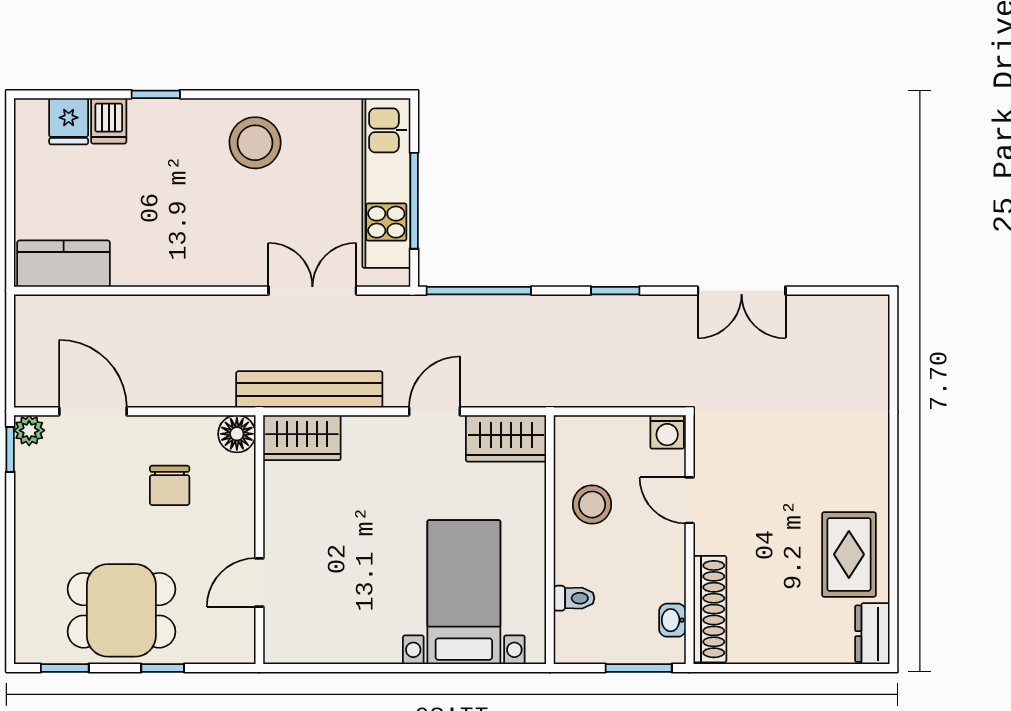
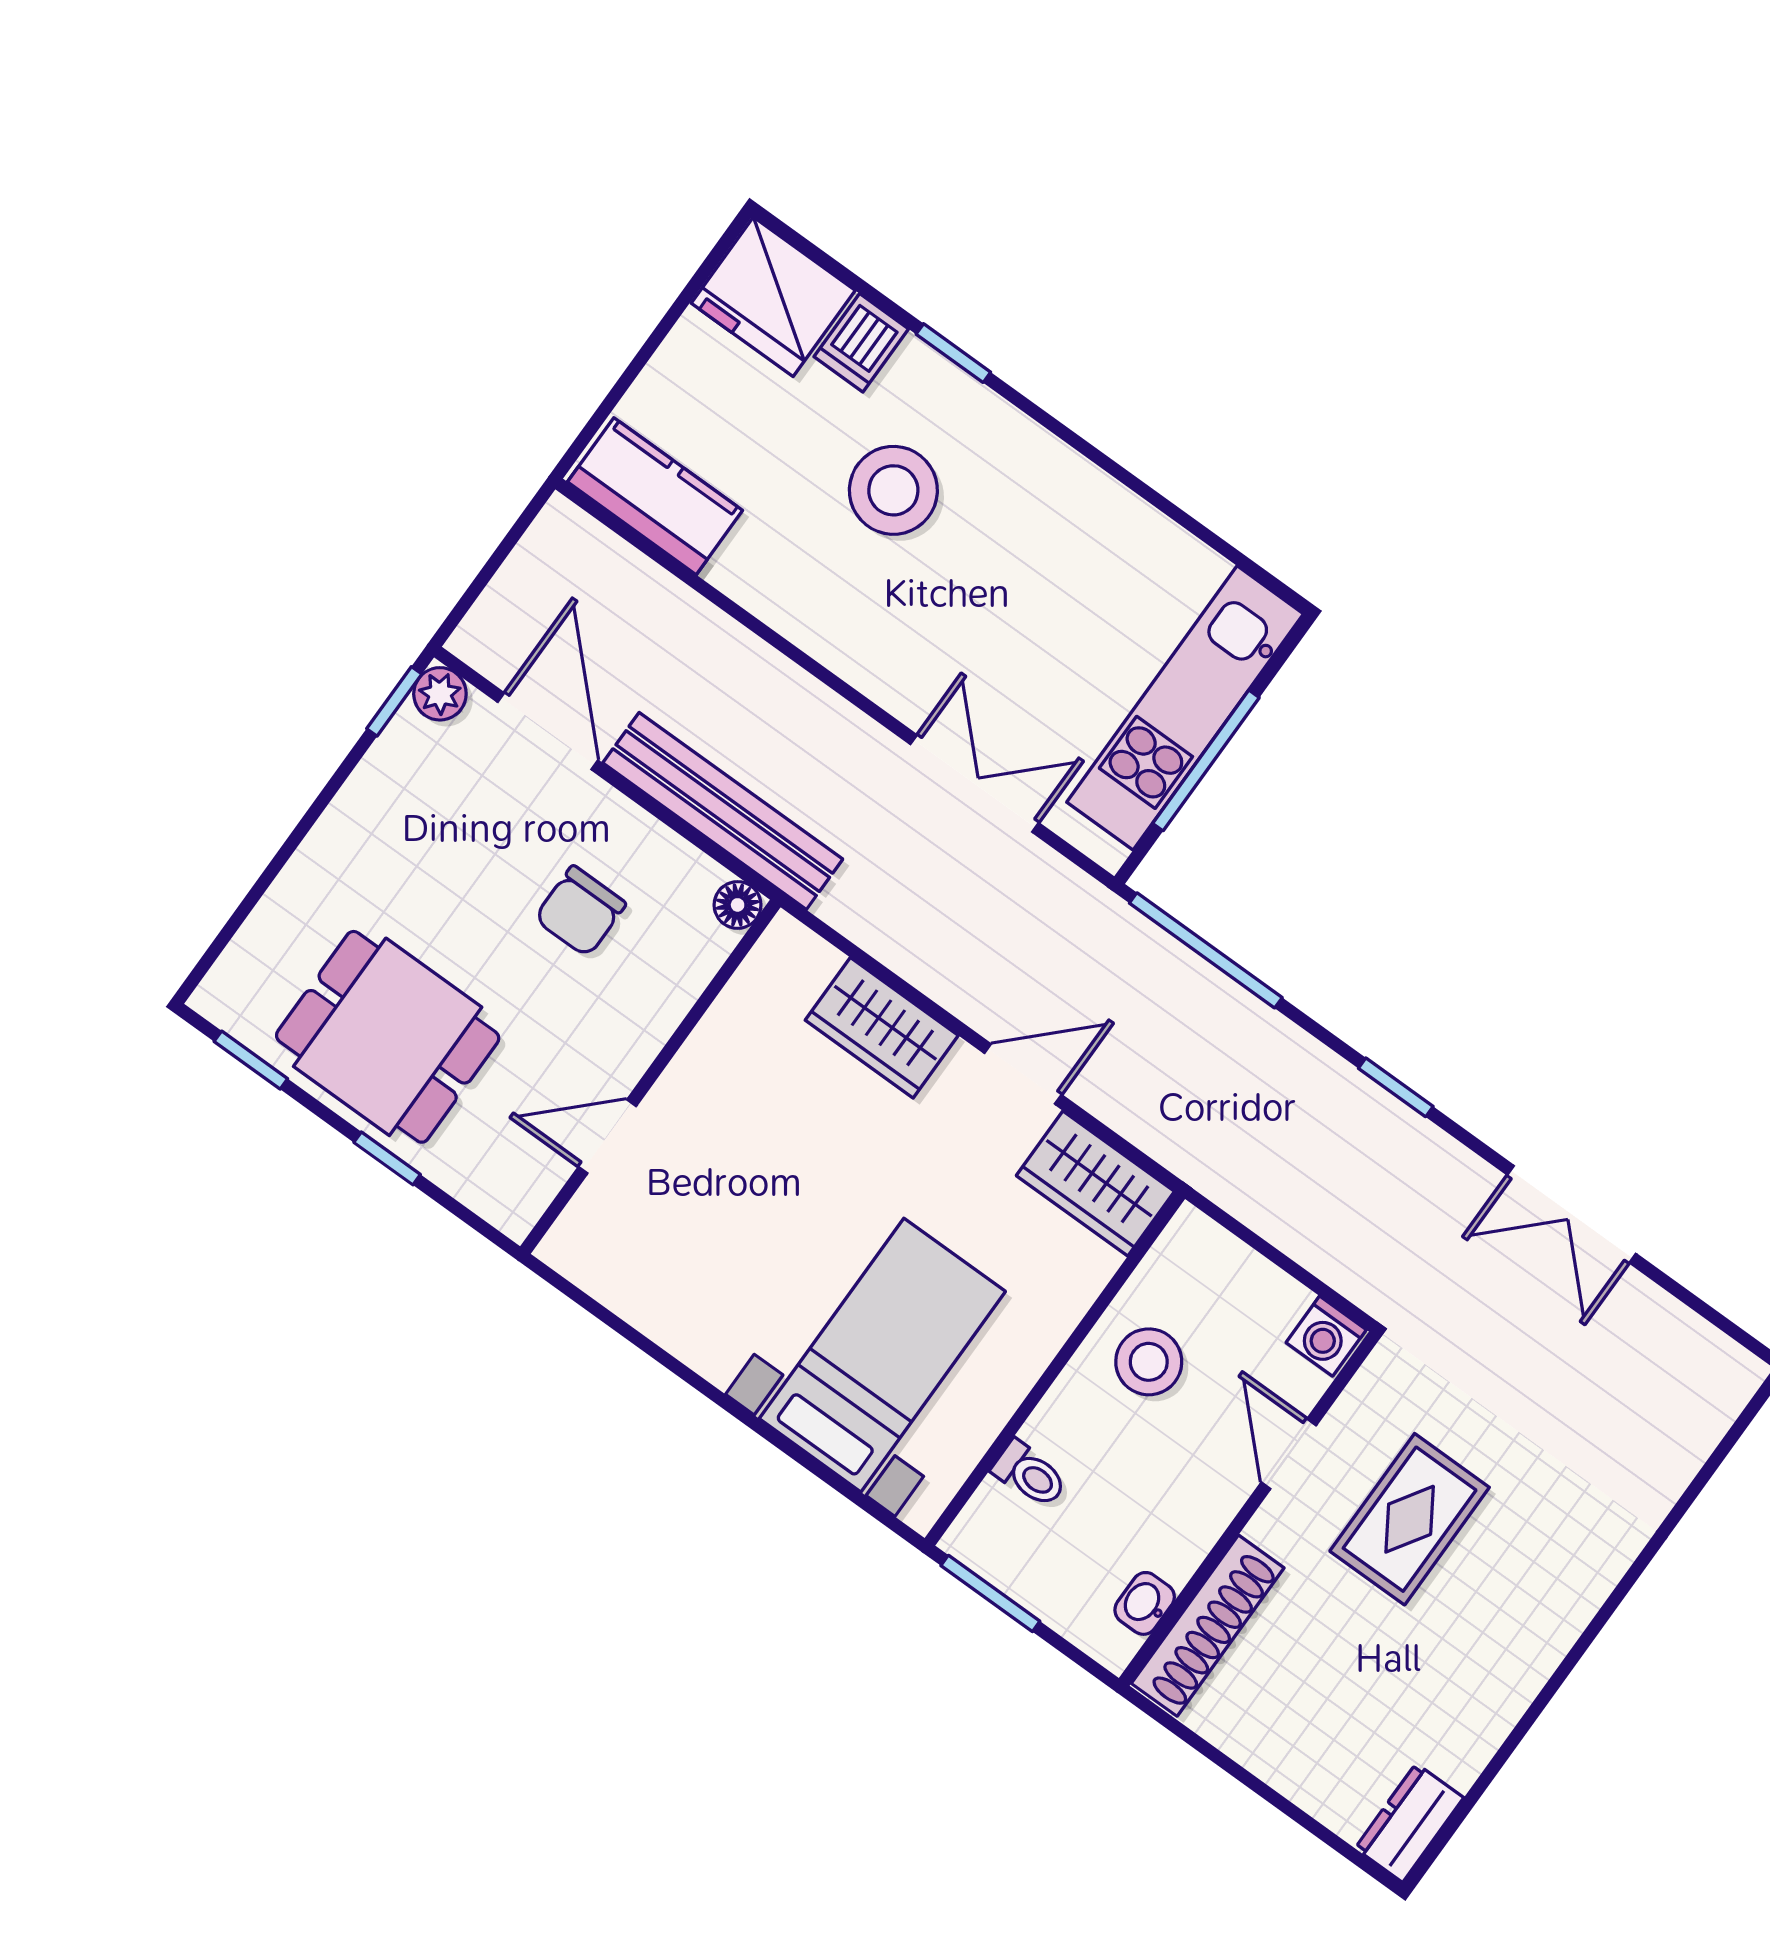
fridge: (69, 121) -> (773, 297), width x1.88, depth x1.34
stool: (255, 143) -> (893, 490), moved
bench: (309, 389) -> (723, 811), moved
floor lamp: (237, 434) -> (738, 905), width x0.73, depth x0.73
wardrobe: (302, 438) -> (882, 1028), moved
rug: (849, 554) -> (1410, 1519), moved
window: (639, 668) -> (990, 1593), moved

